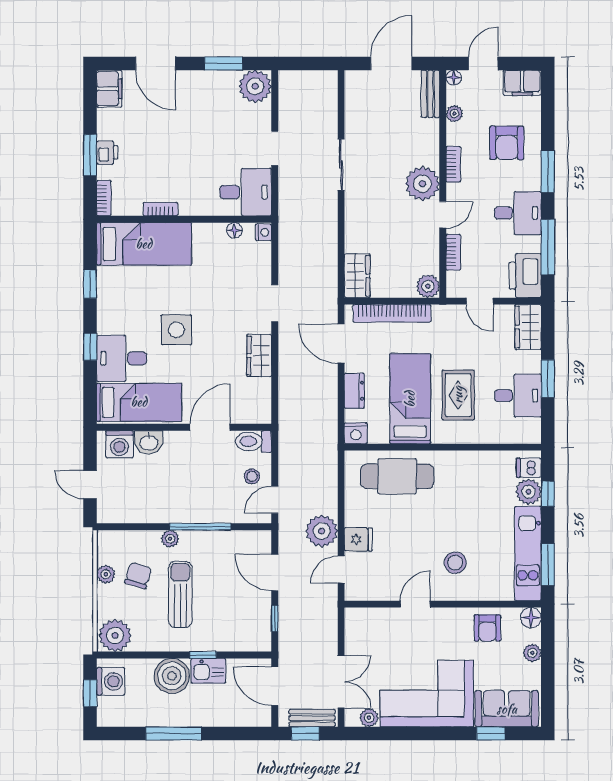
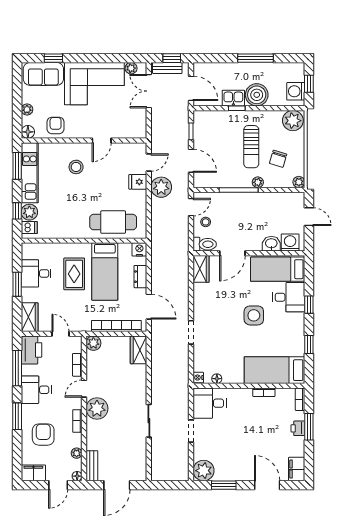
wardrobe: (259, 356) -> (201, 269), moved
plant: (106, 574) -> (299, 182), moved

